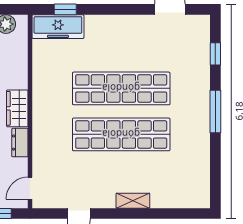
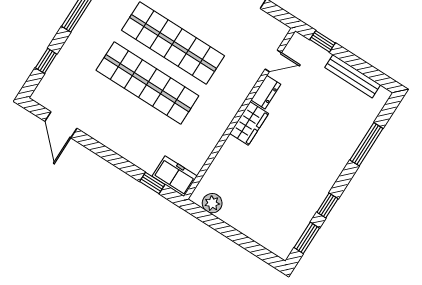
freezer: (58, 27) -> (175, 176), width x0.71
door: (30, 188) -> (273, 61), moved

